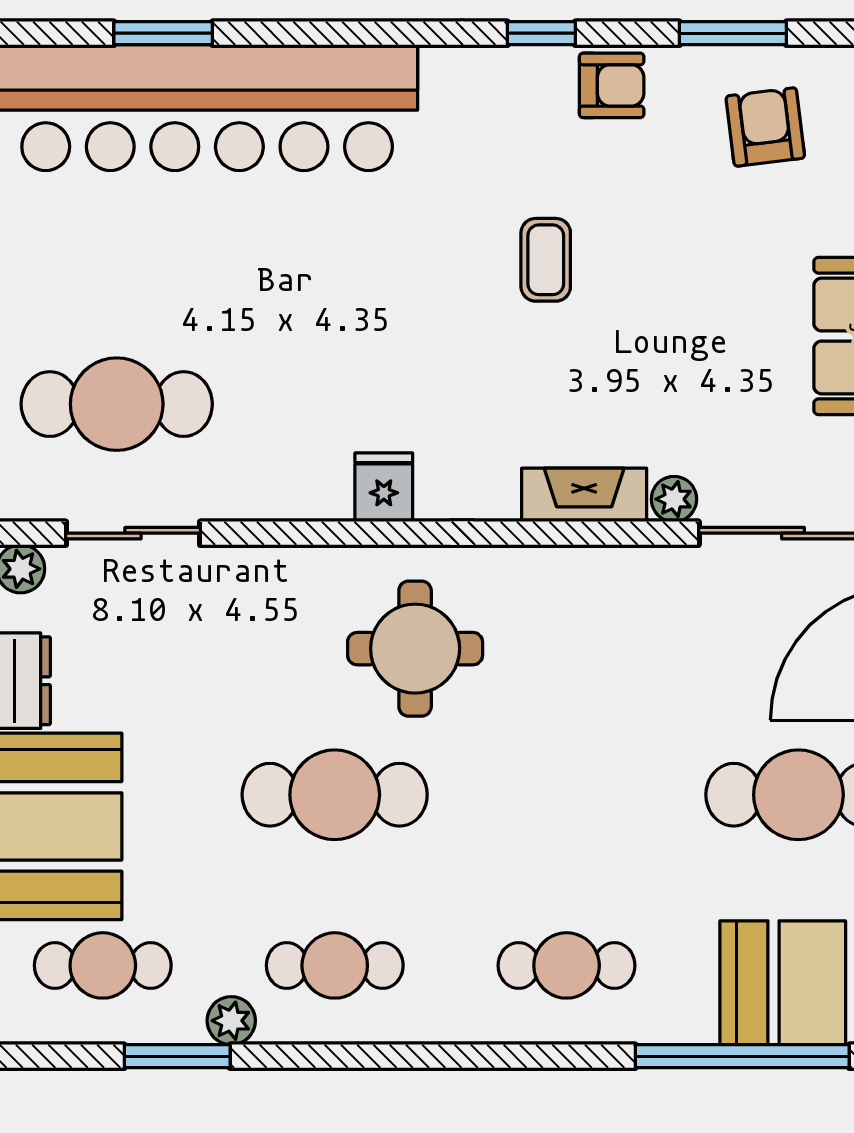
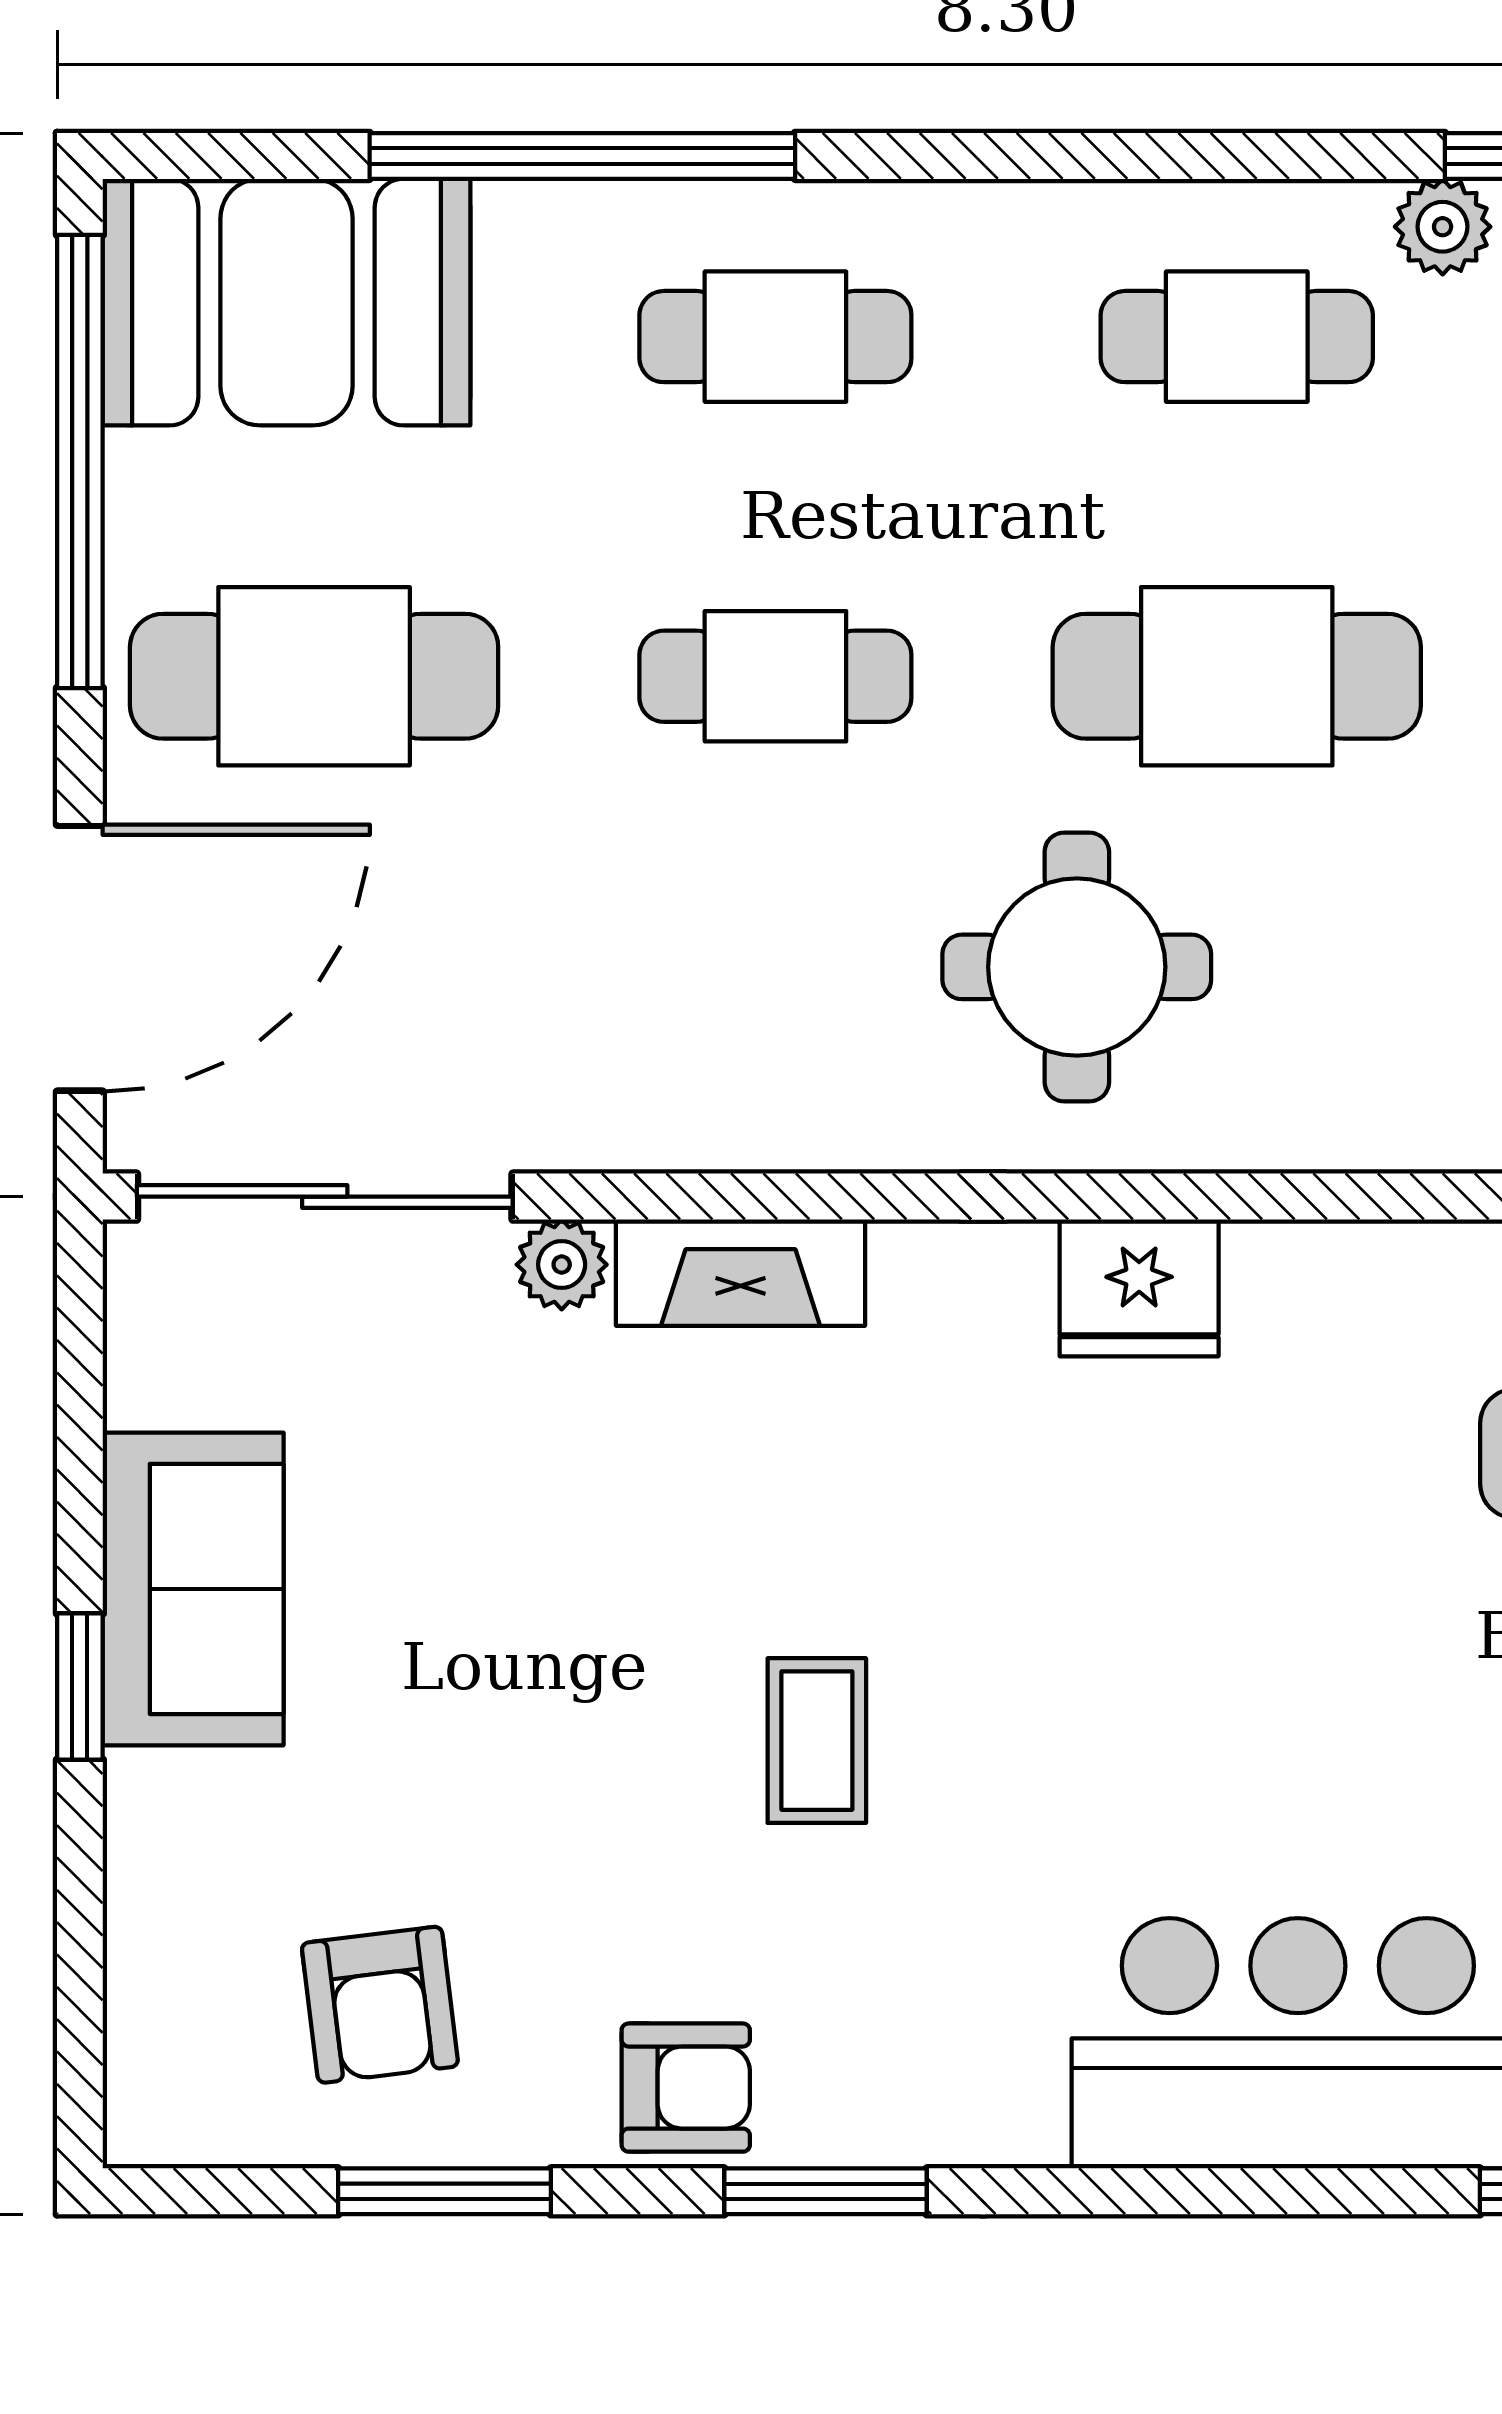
window: (541, 33) -> (826, 2191), width x1.50
armchair: (612, 85) -> (686, 2088), turned 180
fridge: (384, 487) -> (1139, 1288), width x1.38
cafe table: (567, 795) -> (775, 676), added
window: (742, 1056) -> (582, 156), moved

